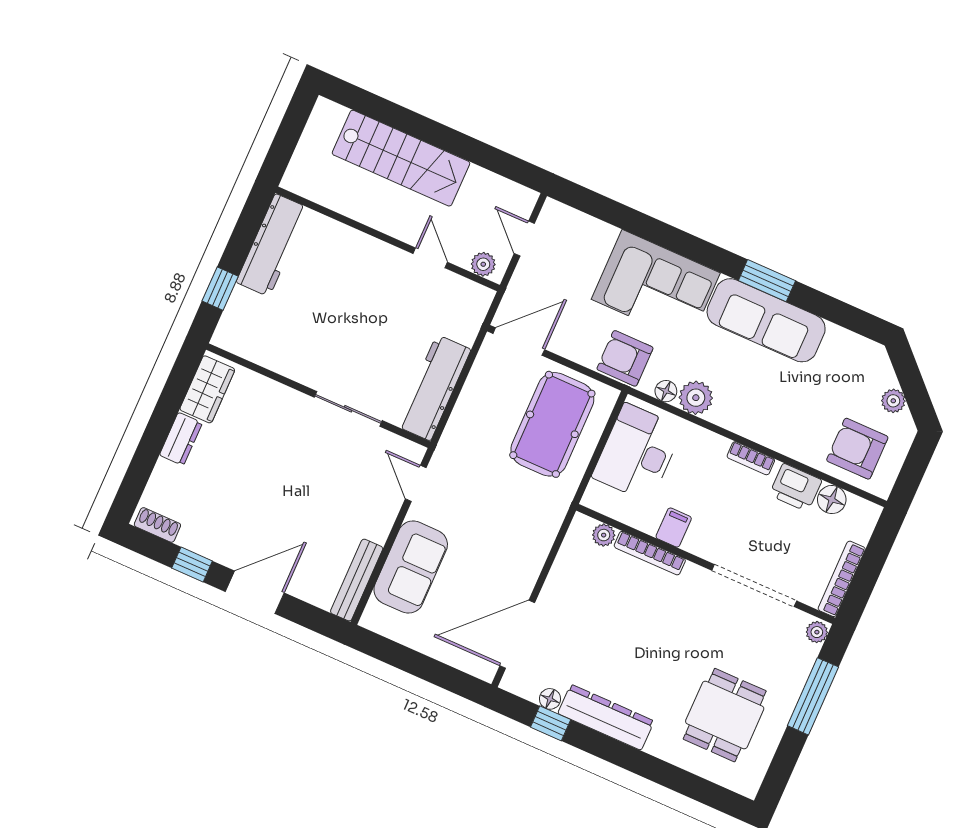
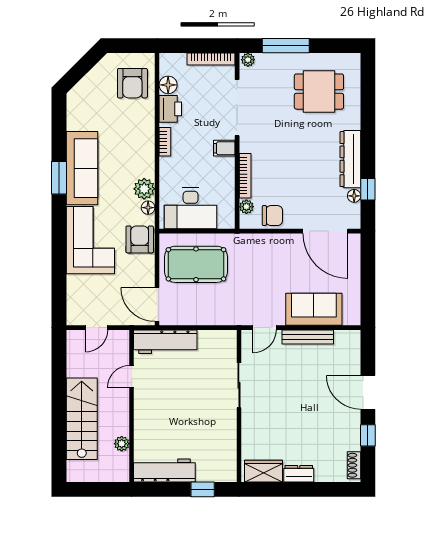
plant: (483, 264) -> (122, 444), moved
armchair: (625, 358) -> (140, 239), turned 180
workbench: (434, 388) -> (165, 342), moved
plant: (893, 401) -> (96, 75), removed
filing cabinet: (674, 528) -> (224, 148), moved
chair: (574, 567) -> (272, 216), added
bench: (357, 580) -> (308, 337), moved

